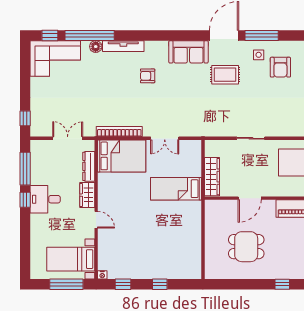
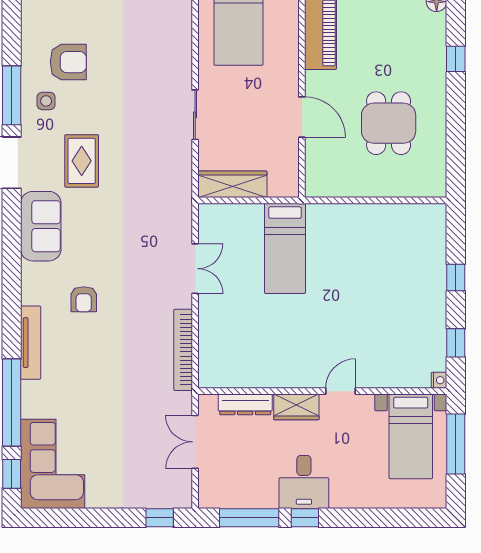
floor lamp: (96, 47) -> (31, 392), removed
bed: (122, 156) -> (227, 346), removed
wardrobe: (212, 177) -> (232, 184), moved

